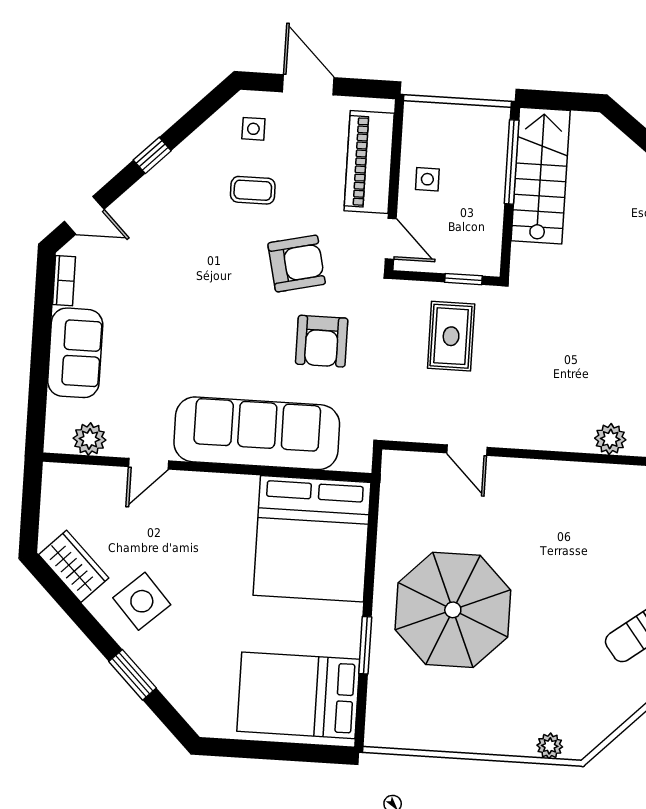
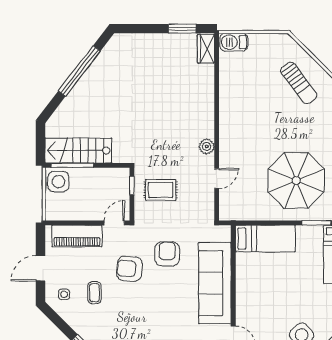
side table: (427, 179) -> (58, 182), moved, width x1.87, depth x1.87
armchair: (297, 264) -> (129, 269), turned -72
armchair: (322, 341) -> (167, 254), turned -90
plant: (610, 439) -> (207, 146), moved
bed: (312, 539) -> (265, 239), width x0.49

